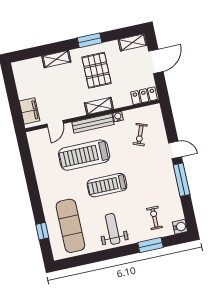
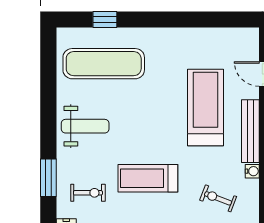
treadmill: (107, 185) -> (148, 178), moved, turned -90

